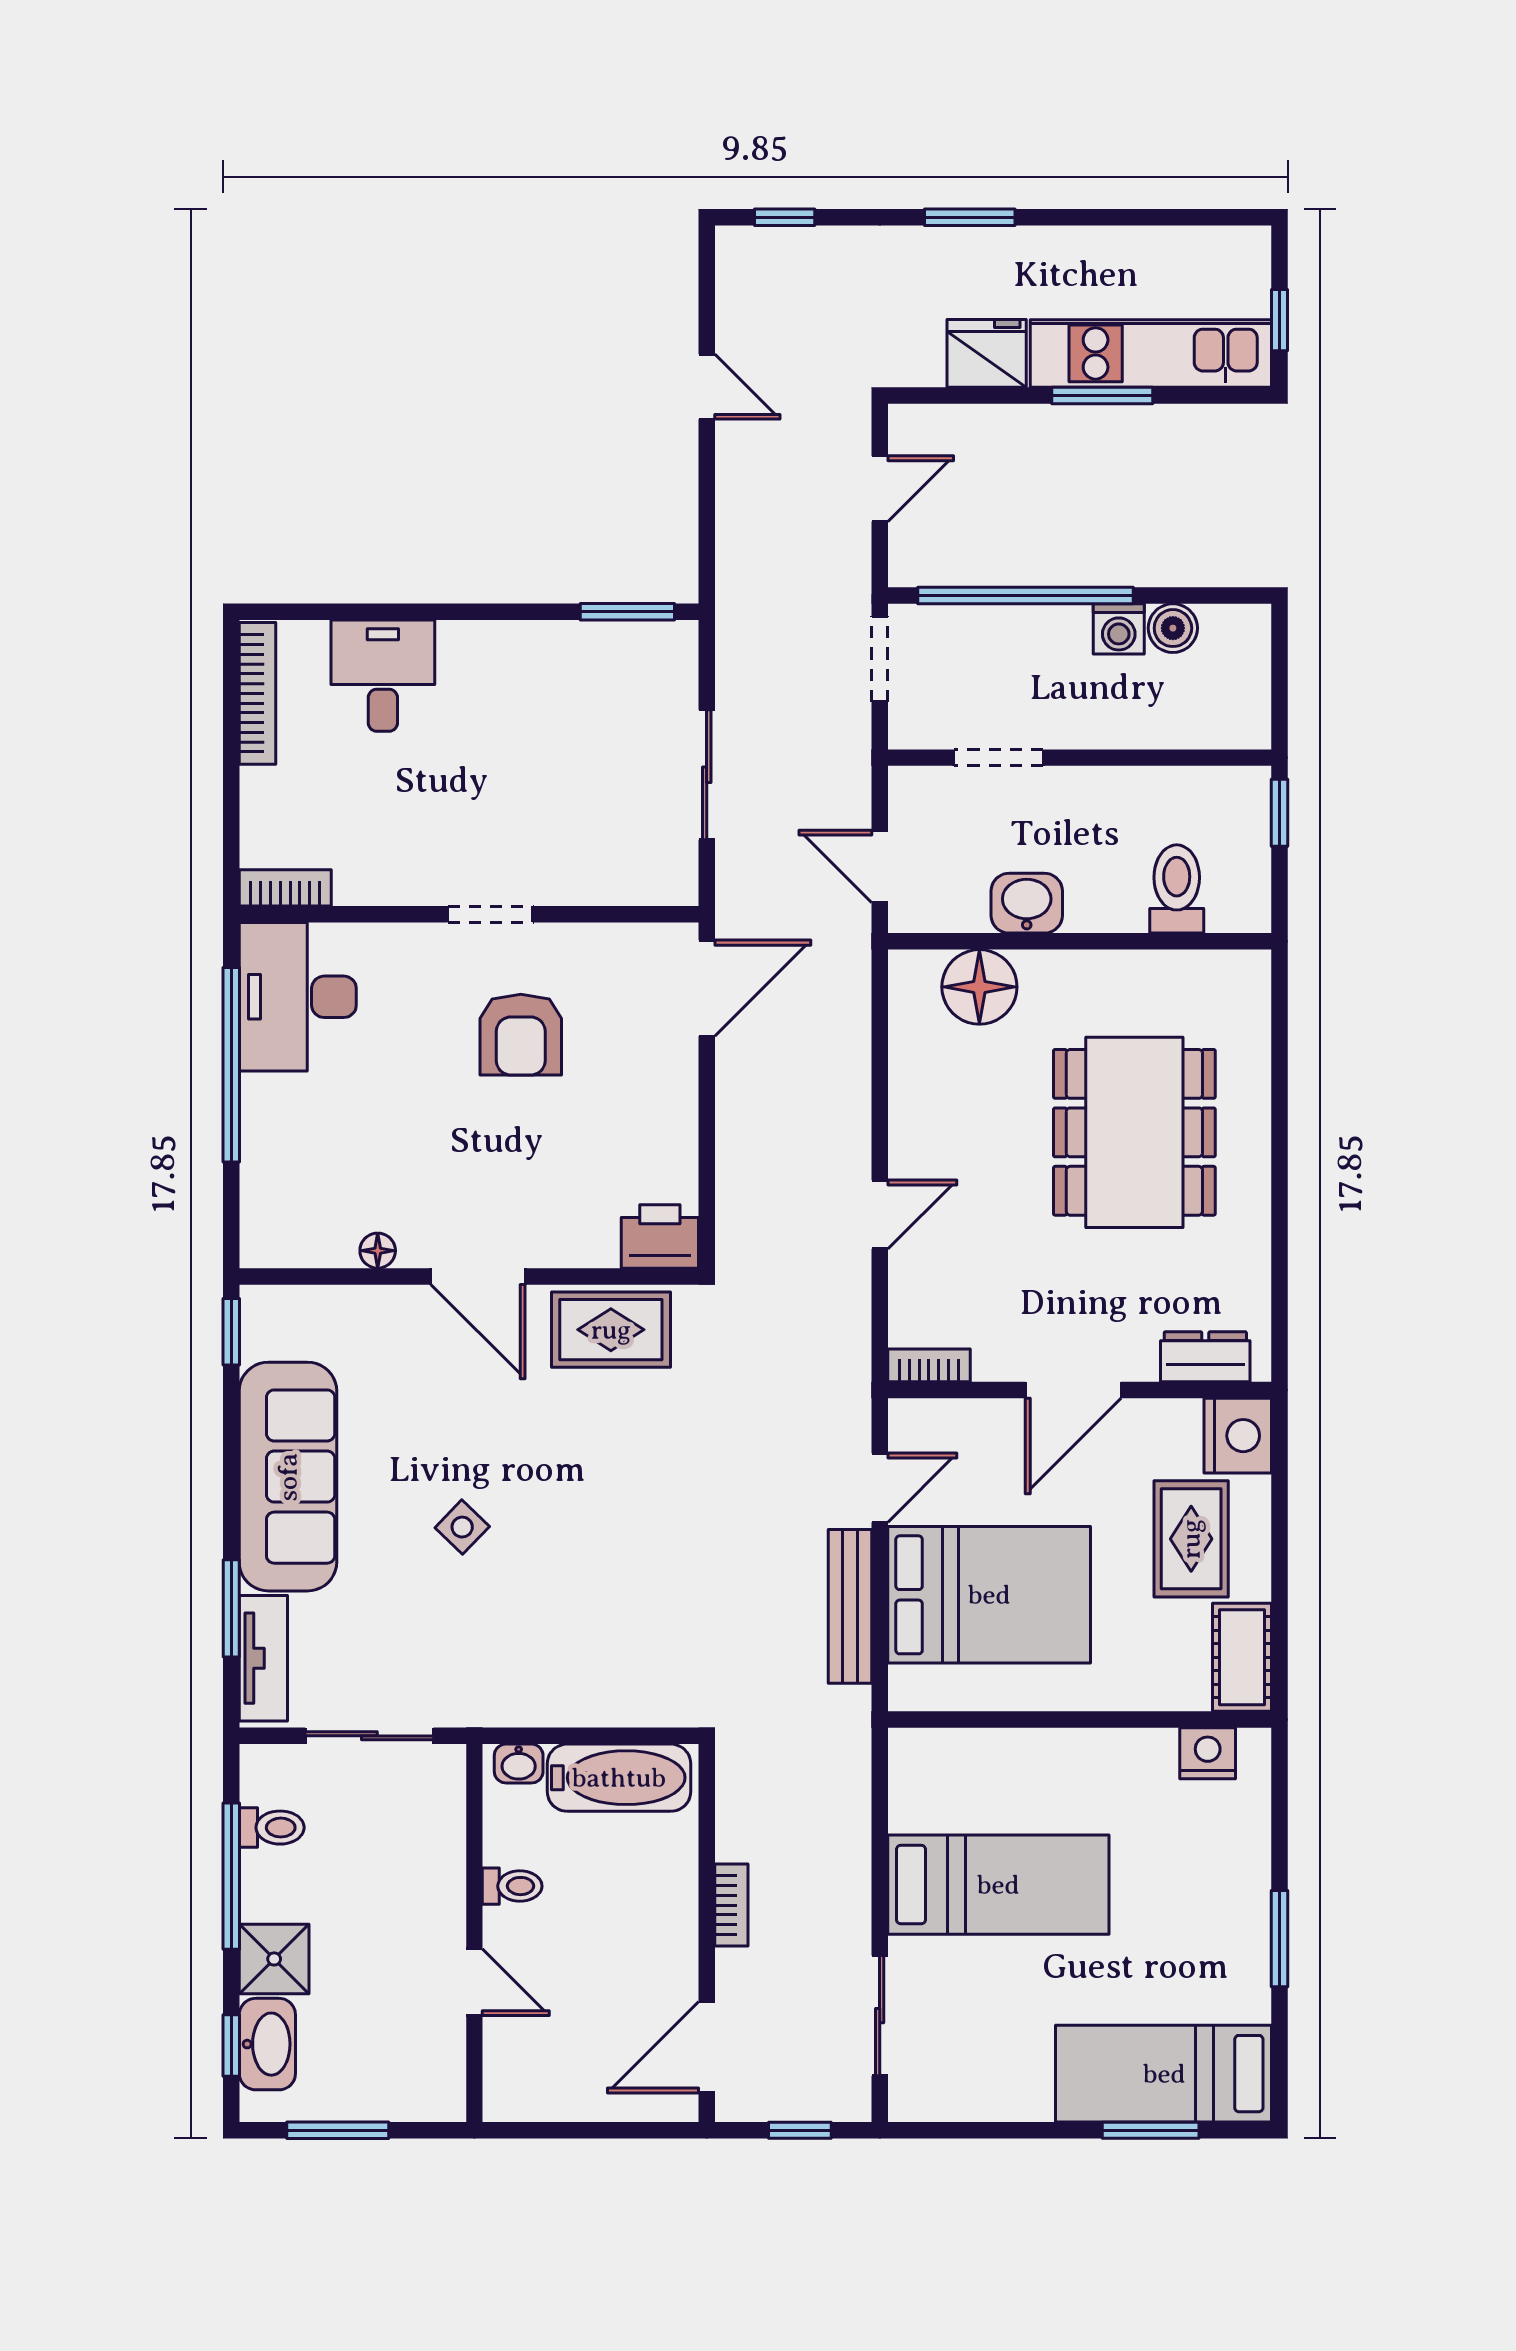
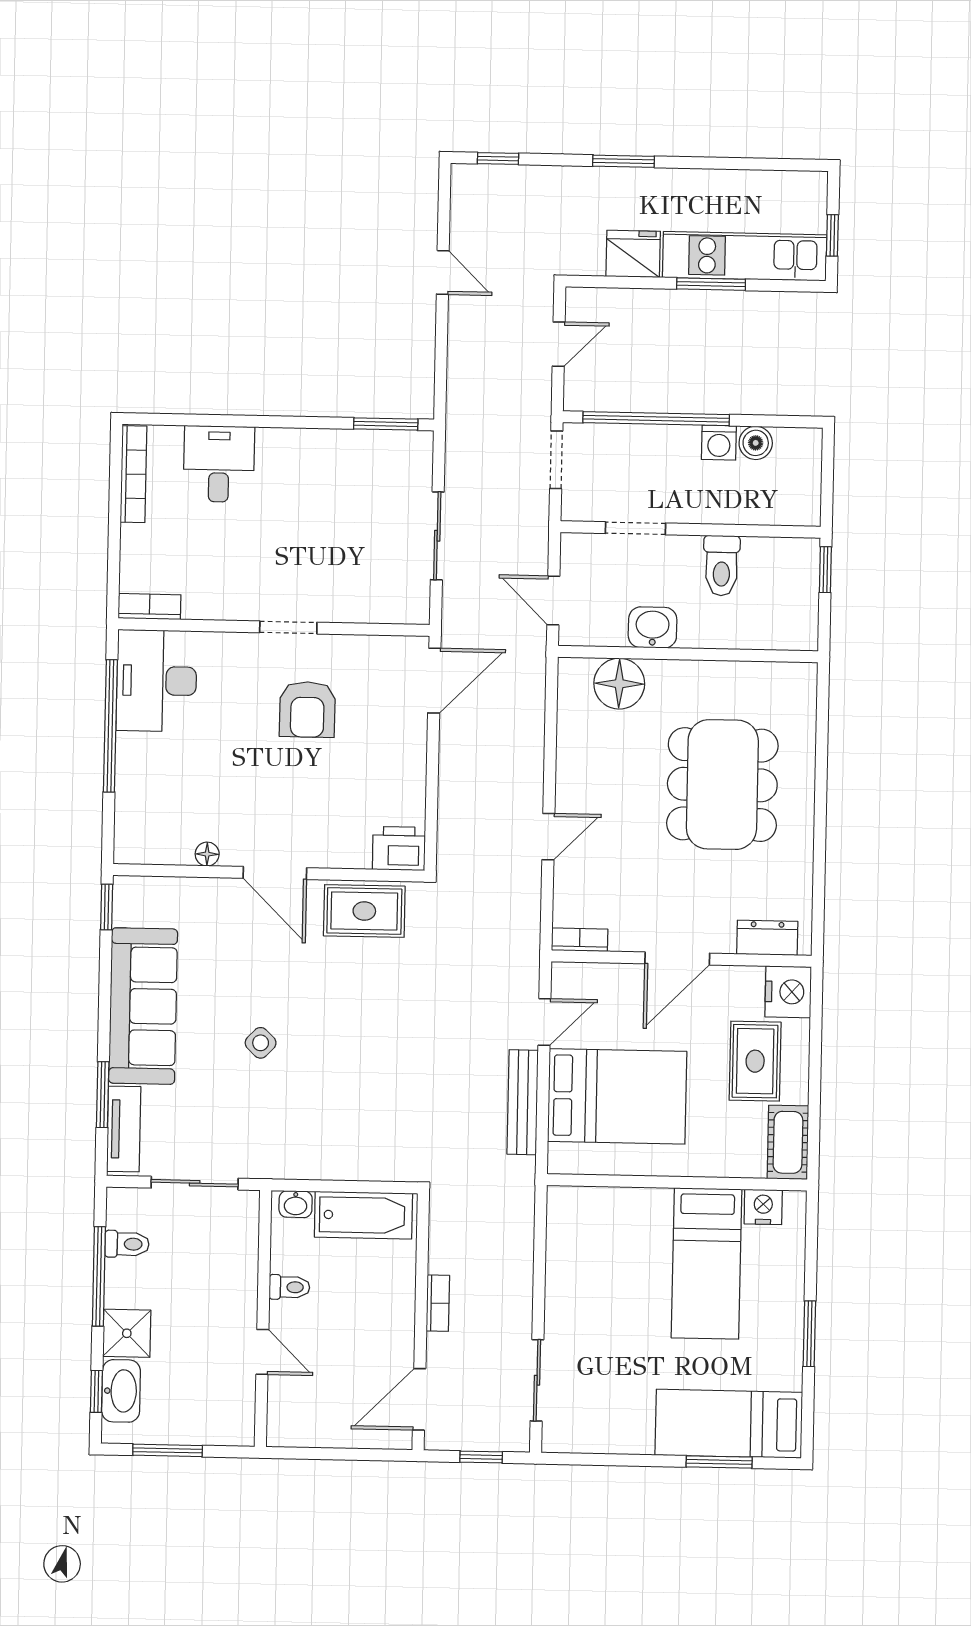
toilet: (1177, 889) -> (722, 566), moved, turned 180
bed: (998, 1885) -> (706, 1263), moved, turned 90

